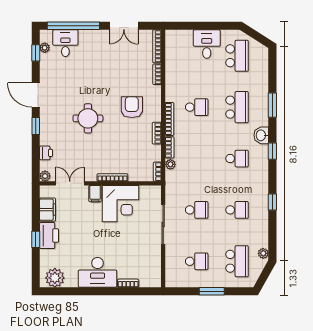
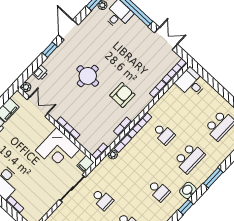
double door: (124, 26) -> (166, 39), swing flipped
desk: (207, 44) -> (191, 83), moved, turned -90
filing cabinet: (95, 194) -> (86, 164), moved

